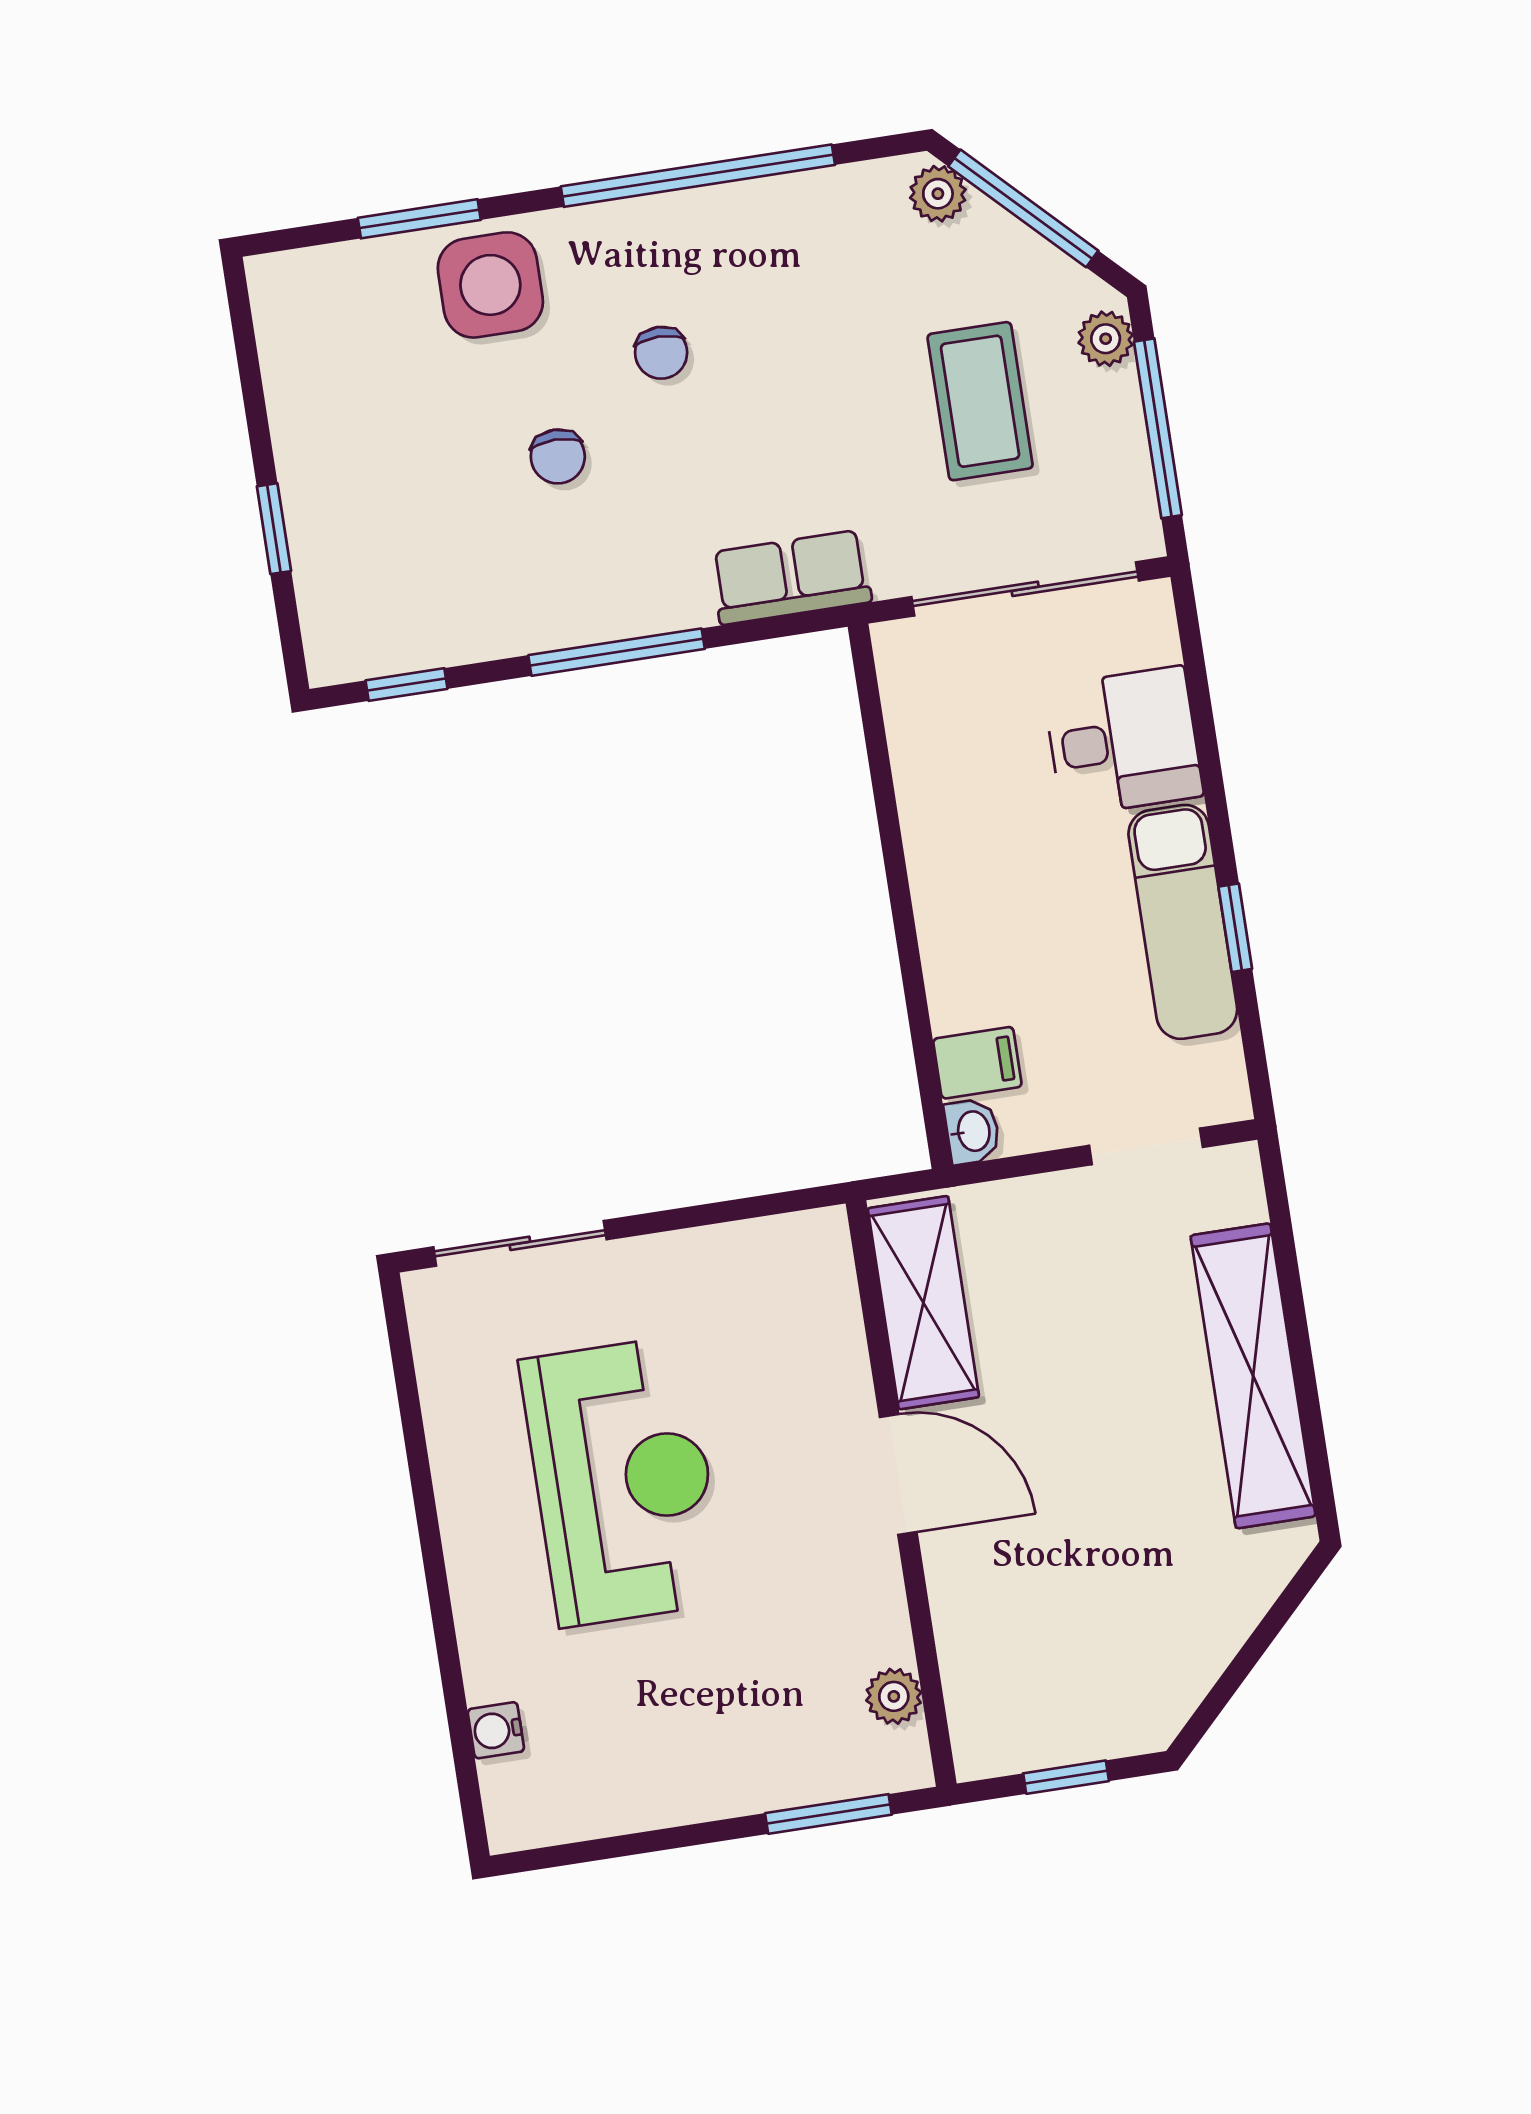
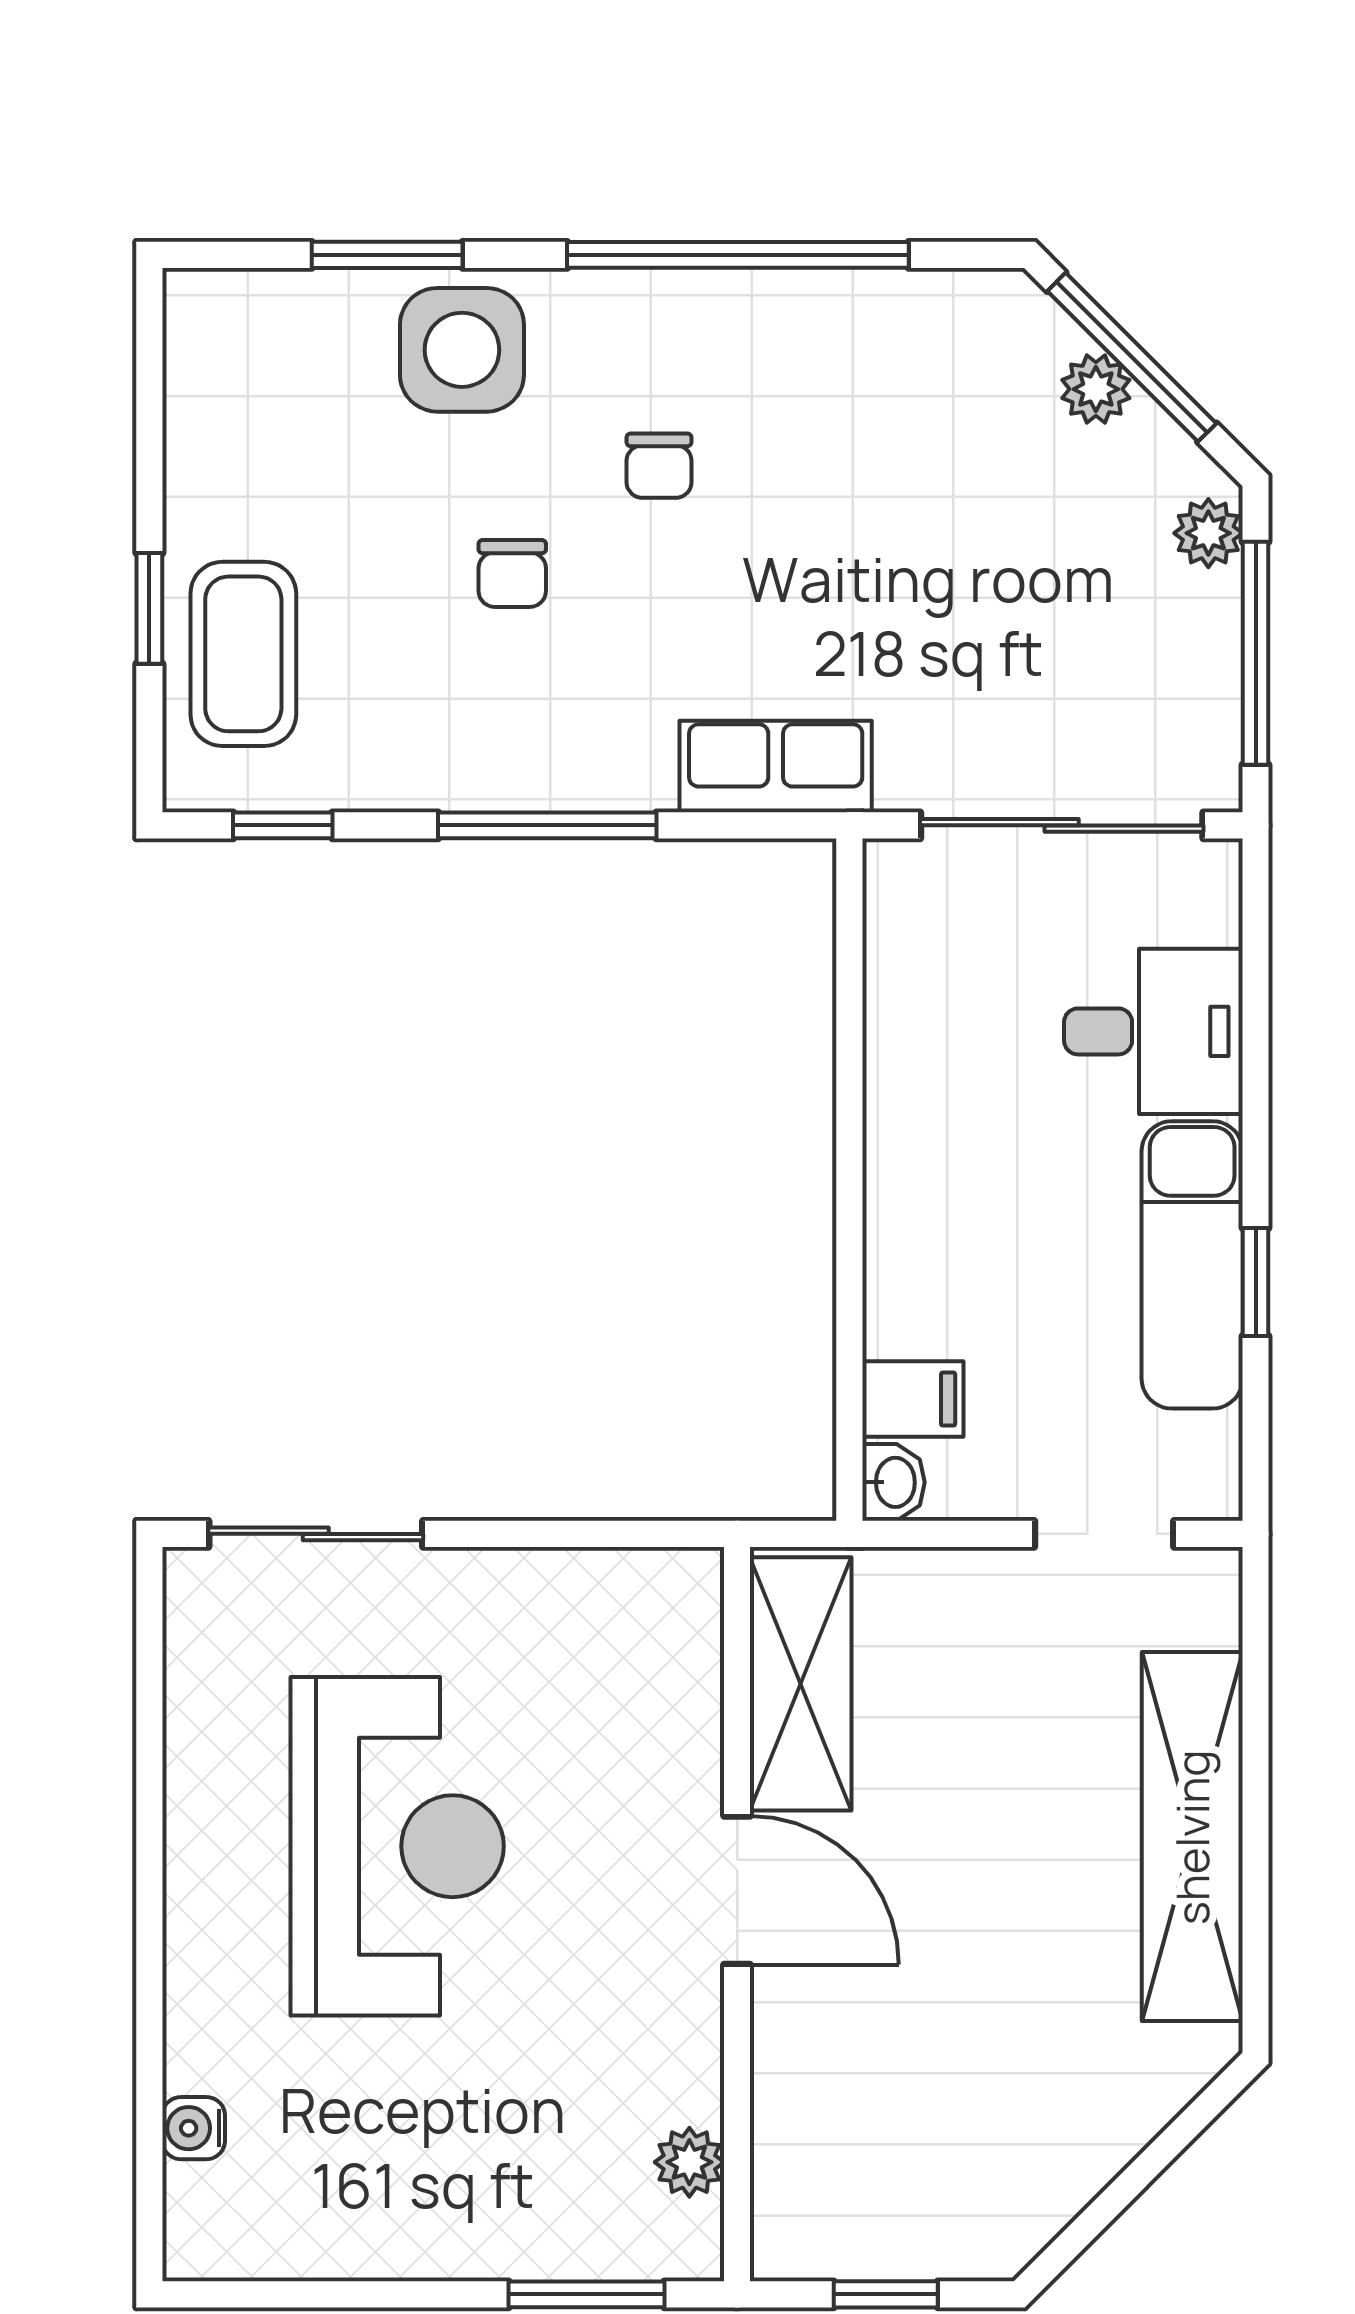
plant: (938, 194) -> (1096, 389), moved
coffee table: (980, 401) -> (243, 654), moved

